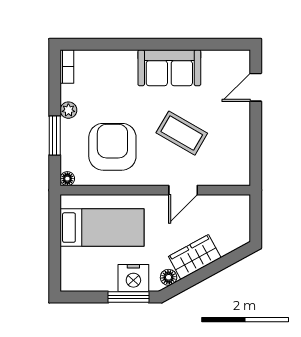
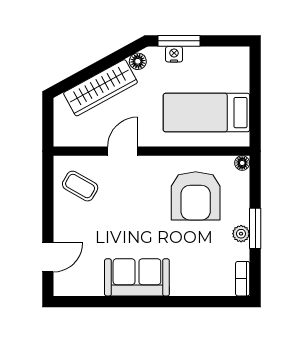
coffee table: (182, 133) -> (80, 186), moved, width x0.73, depth x0.77
window: (55, 136) -> (255, 228), moved
wardrobe: (195, 257) -> (100, 88), width x1.50
nightstand: (133, 278) -> (174, 54), width x0.53, depth x0.56

